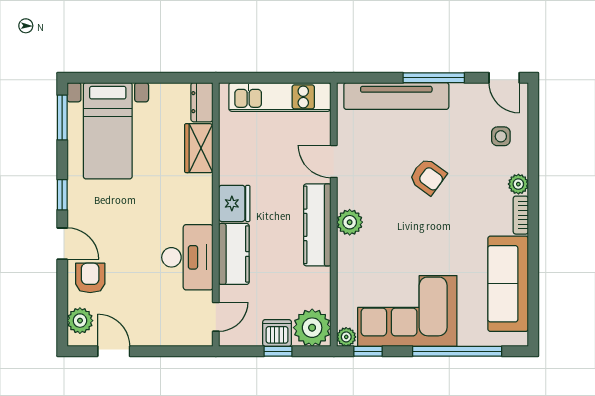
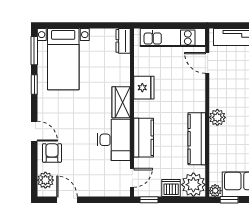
wardrobe: (199, 148) -> (121, 102), moved
door: (334, 161) -> (207, 63), moved
window: (62, 195) -> (34, 84), moved
fridge: (234, 203) -> (144, 88), moved
kitchen counter: (317, 225) -> (197, 139), moved
window: (278, 351) -> (149, 200), moved

